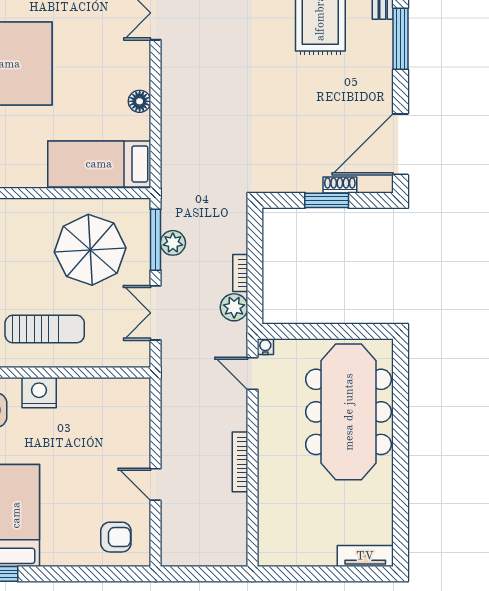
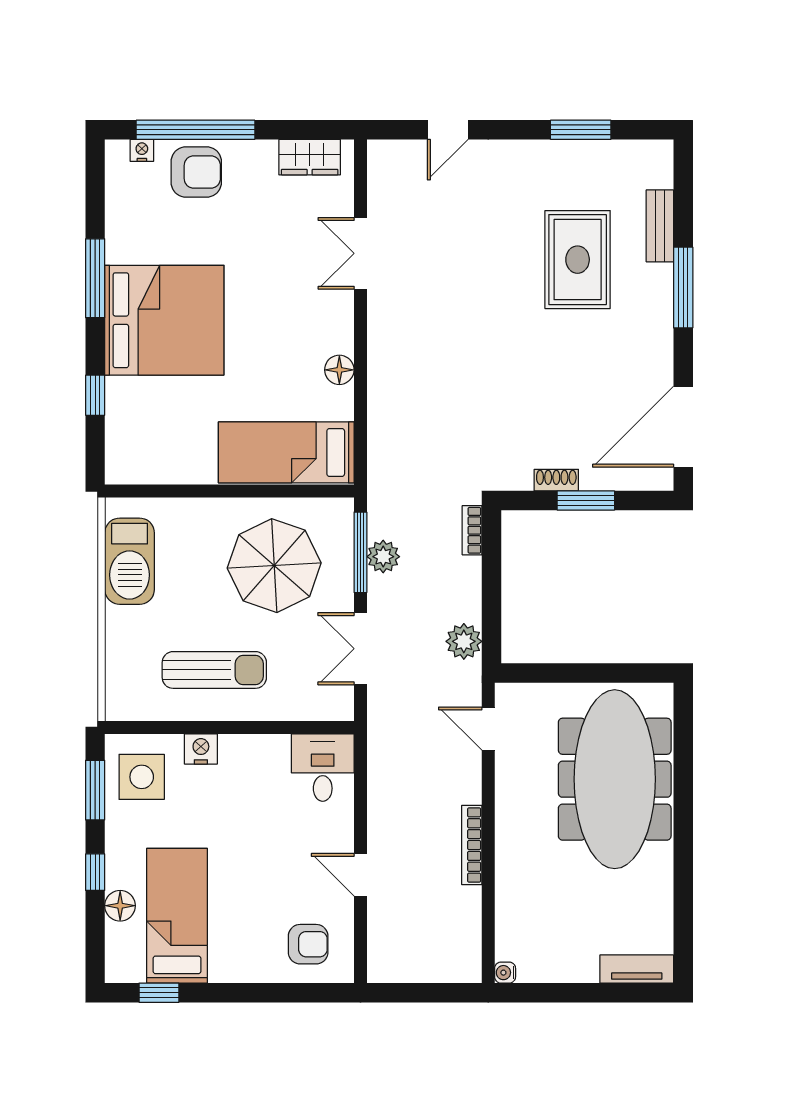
shoe rack: (340, 185) -> (556, 480), moved
bookcase: (240, 273) -> (472, 530), moved
water cooler: (265, 347) -> (505, 973), moved, turned -90
nightstand: (39, 393) -> (201, 749), width x0.74, depth x0.75
desk: (127, 403) -> (323, 768), added

